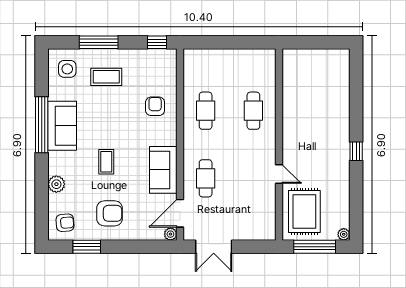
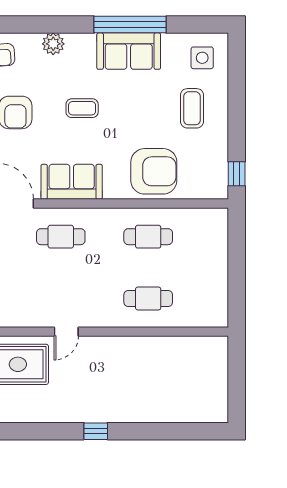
window: (99, 42) -> (237, 98), removed
armchair: (155, 106) -> (154, 171), width x1.88, depth x1.88

